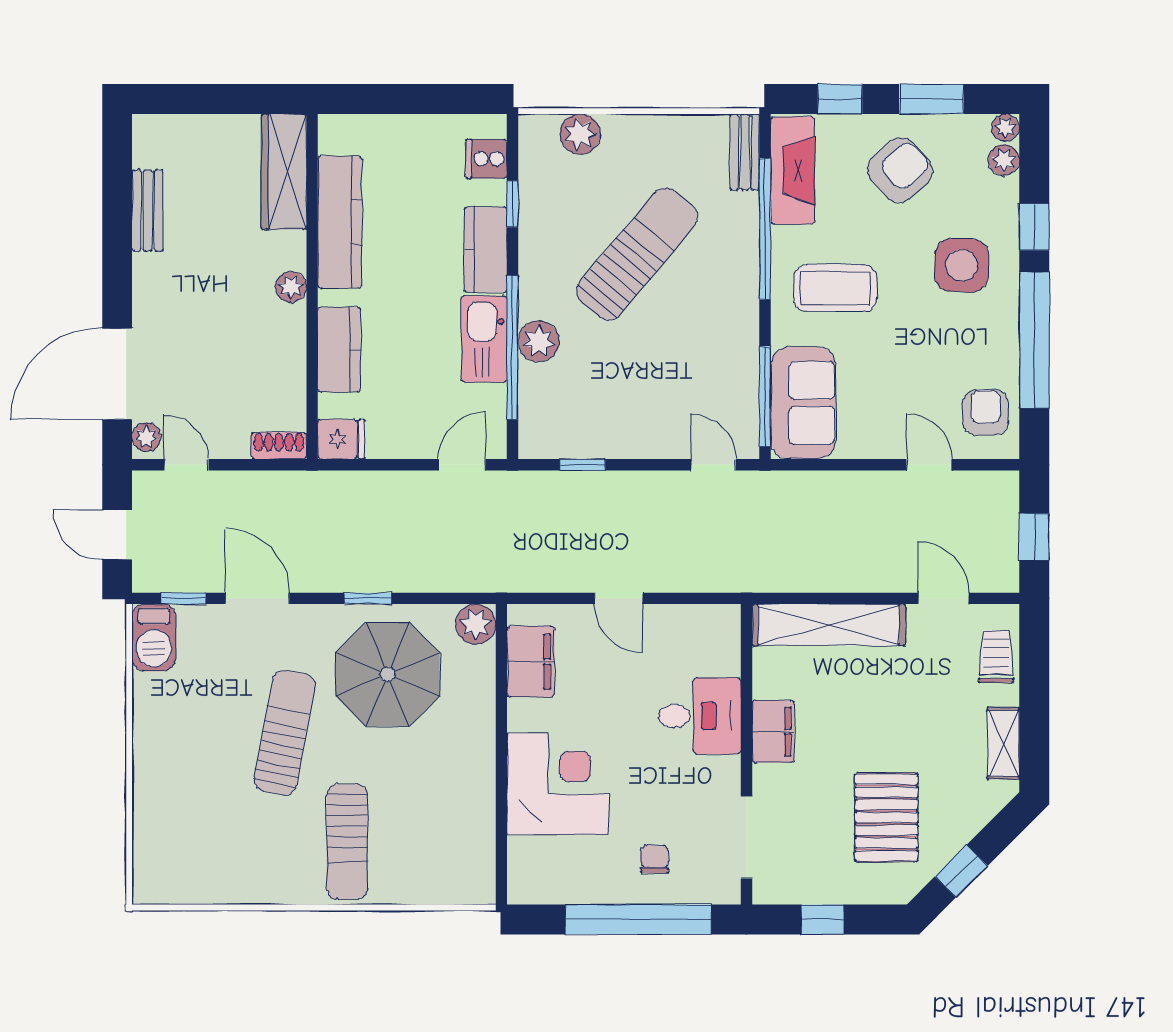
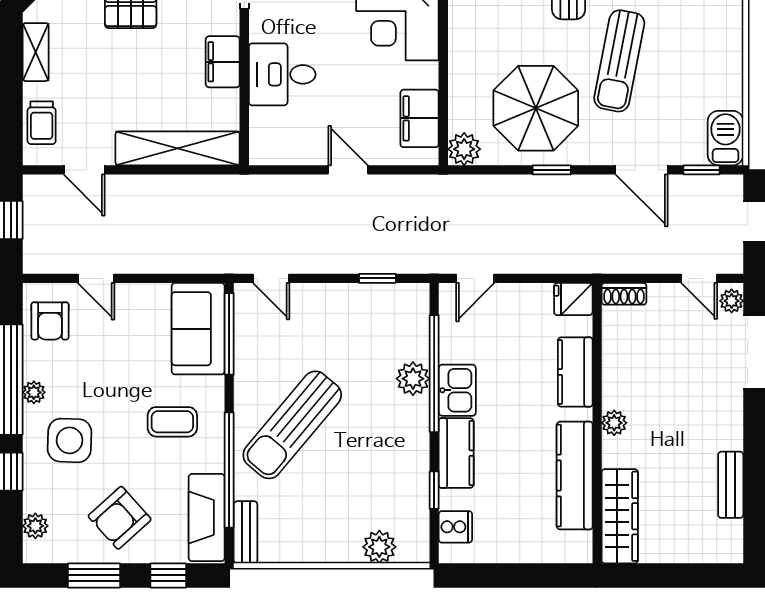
plant: (1006, 128) -> (34, 392), moved
sun lounger: (637, 254) -> (292, 425), moved
coffee table: (835, 288) -> (172, 422), width x0.73, depth x0.77
kitchen sink: (484, 339) -> (457, 390), width x0.73

